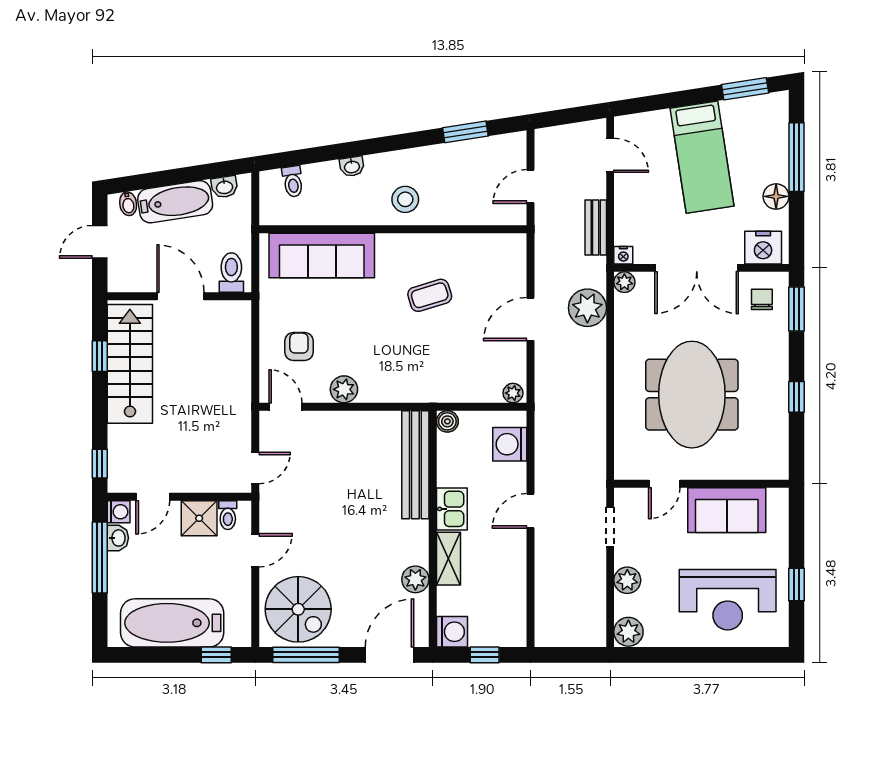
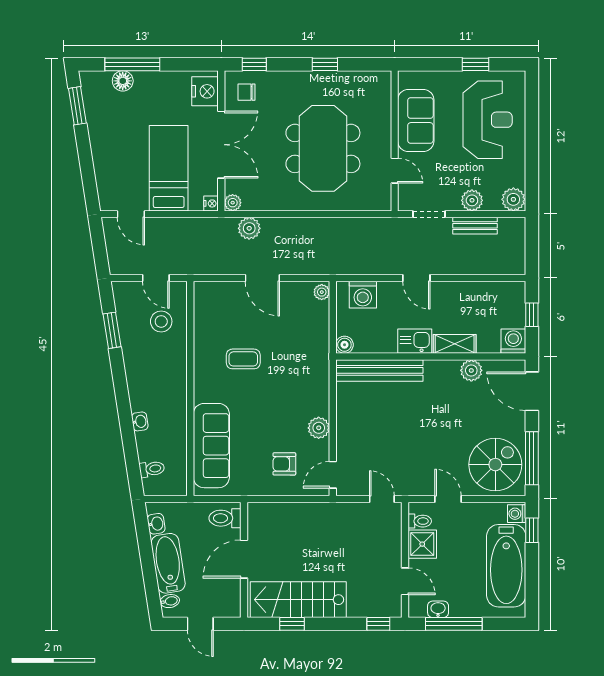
door: (610, 155) -> (131, 214), swing flipped
bed: (702, 157) -> (169, 168), moved, turned -81
floor lamp: (776, 196) -> (123, 81), moved
stool: (405, 199) -> (161, 321), moved
bench: (596, 228) -> (475, 226), moved
coffee table: (430, 295) -> (243, 359), turned -73
plant: (587, 308) -> (249, 228), width x0.73, depth x0.73
window: (797, 309) -> (254, 64), width x0.67
meeting table: (692, 395) -> (323, 148), turned 90
washing machine: (119, 512) -> (517, 514), moved, turned -90

